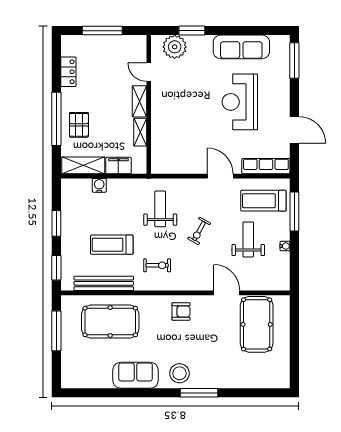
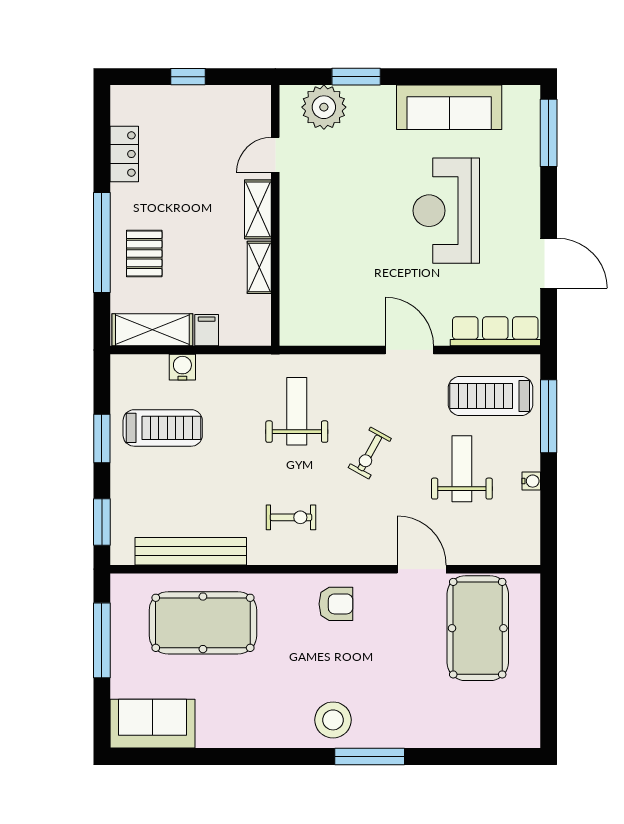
window: (102, 31) -> (188, 77), width x0.46
door: (149, 72) -> (275, 155), hinge flipped
filing cabinet: (118, 166) -> (207, 330), width x0.50
treadmill: (112, 245) -> (163, 428), moved, turned 180
sofa: (136, 375) -> (153, 724), moved

